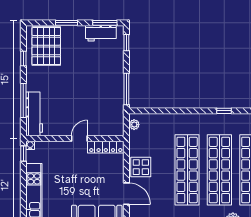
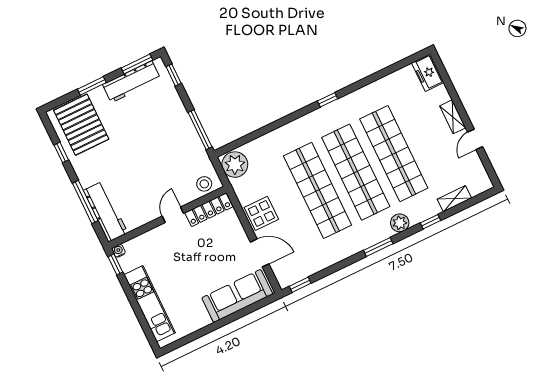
workbench: (101, 33) -> (132, 82), width x1.38
plant: (134, 125) -> (235, 165), width x1.87, depth x1.87
stool: (111, 128) -> (204, 184), added

